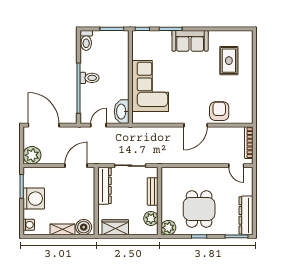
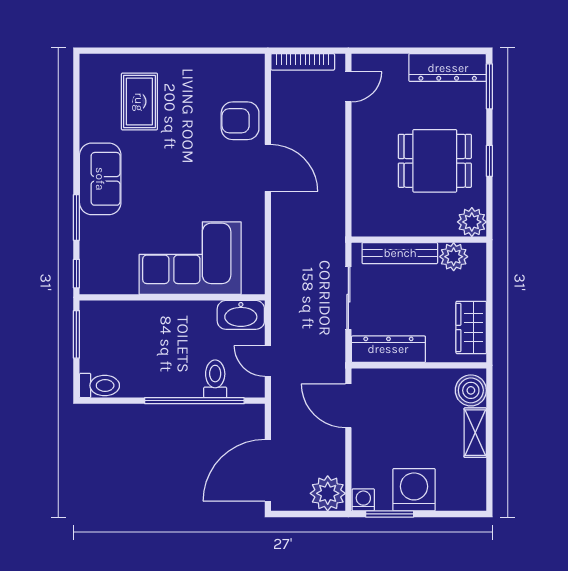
rug: (229, 61) -> (139, 102), turned 90
toilet: (90, 78) -> (215, 379), moved
bench: (153, 191) -> (400, 253), width x1.36
washing machine: (29, 225) -> (363, 500), moved

